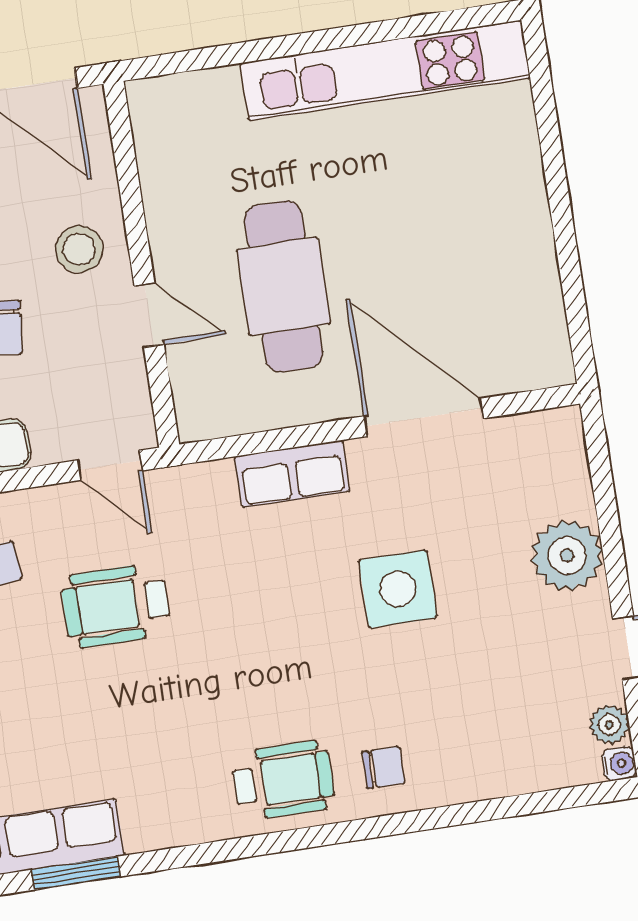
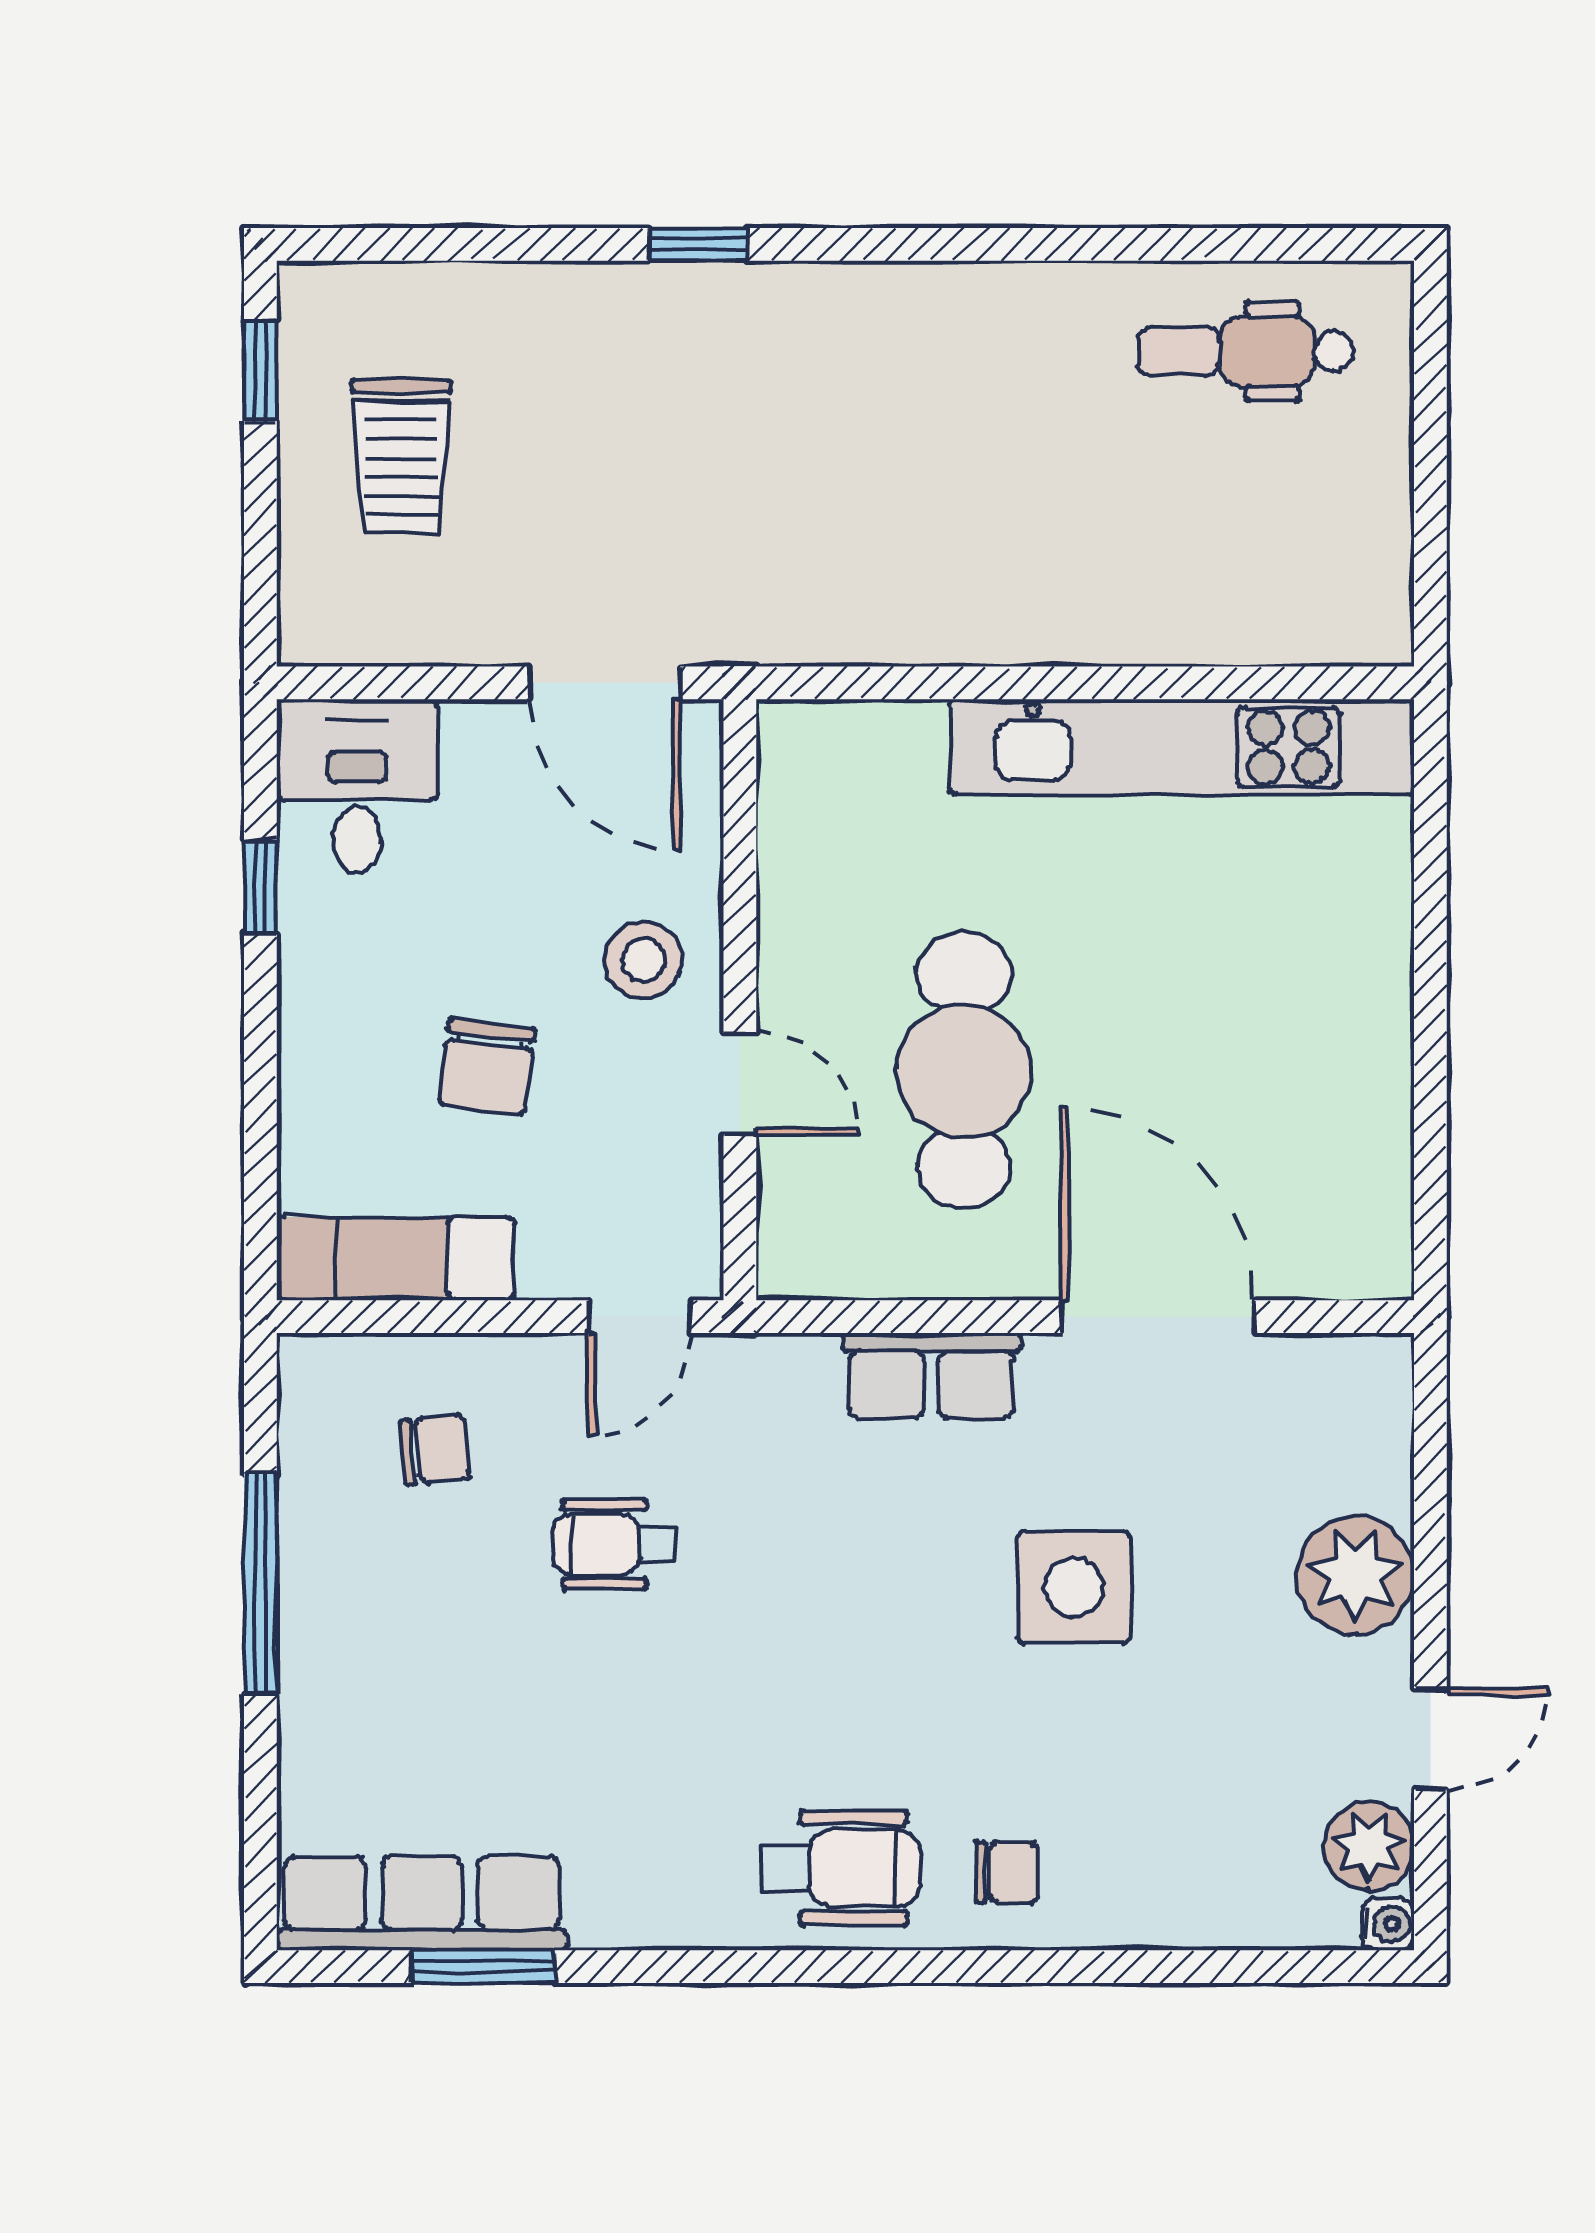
door: (110, 465) -> (640, 1317), hinge flipped
wheelchair: (116, 605) -> (614, 1544), width x0.73, depth x0.73
plant: (609, 725) -> (1369, 1846), width x1.38, depth x1.38

